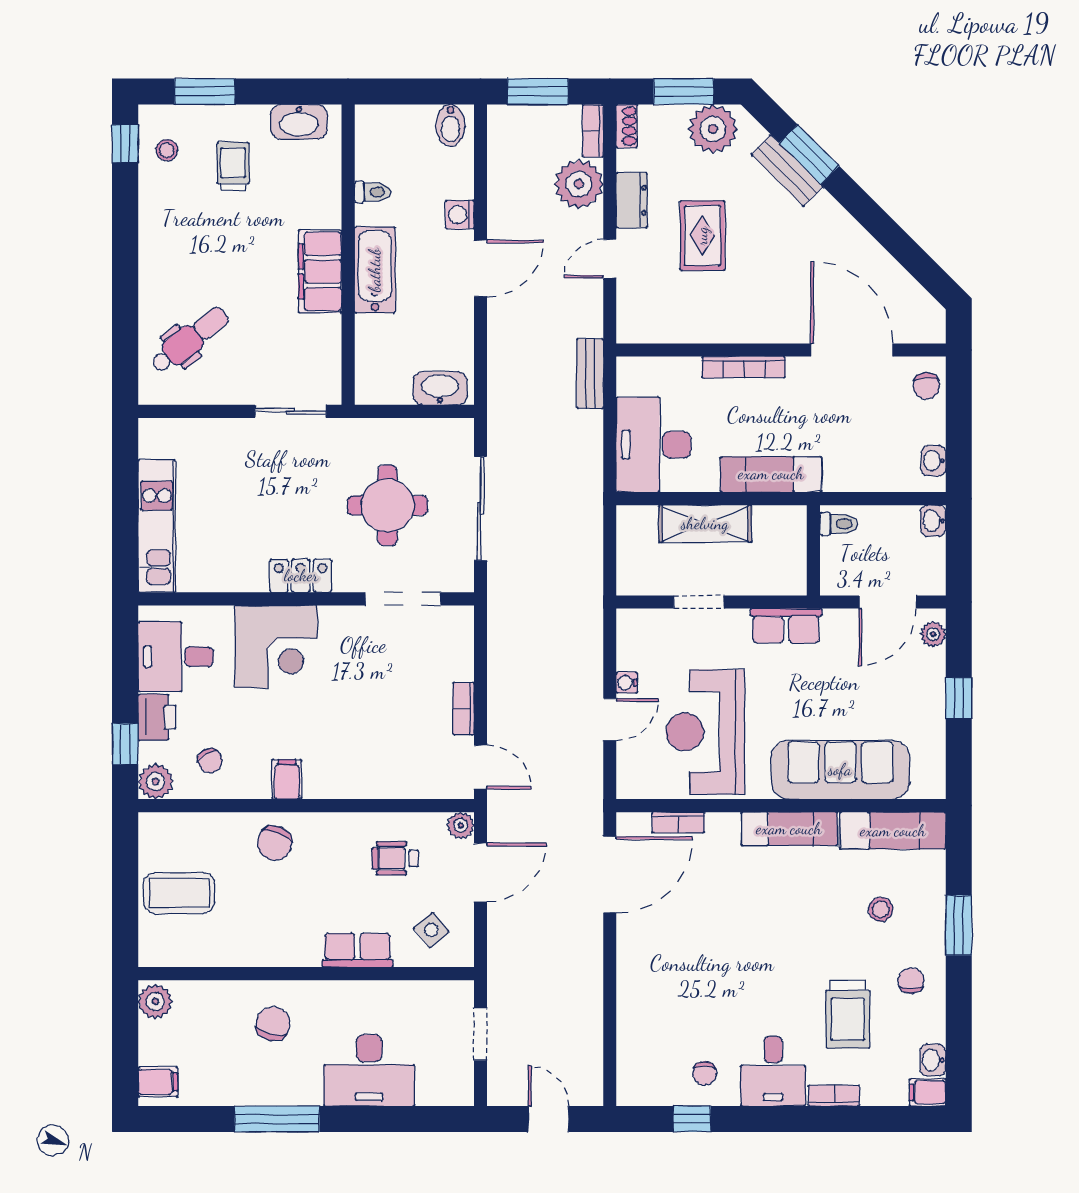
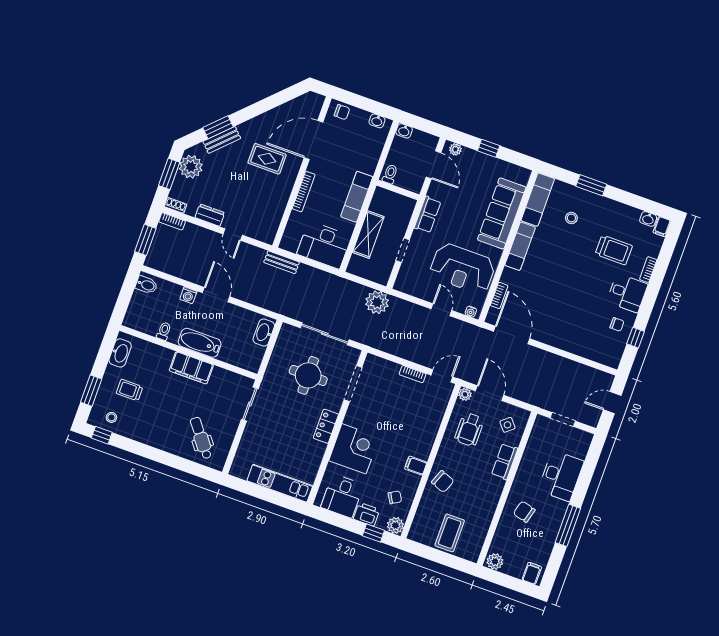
plant: (579, 184) -> (377, 302), moved
rug: (702, 236) -> (267, 159), moved
water cooler: (627, 683) -> (471, 312), moved
wheelchair: (395, 858) -> (469, 429), width x1.36, depth x1.37
chair: (911, 981) -> (609, 216), removed

